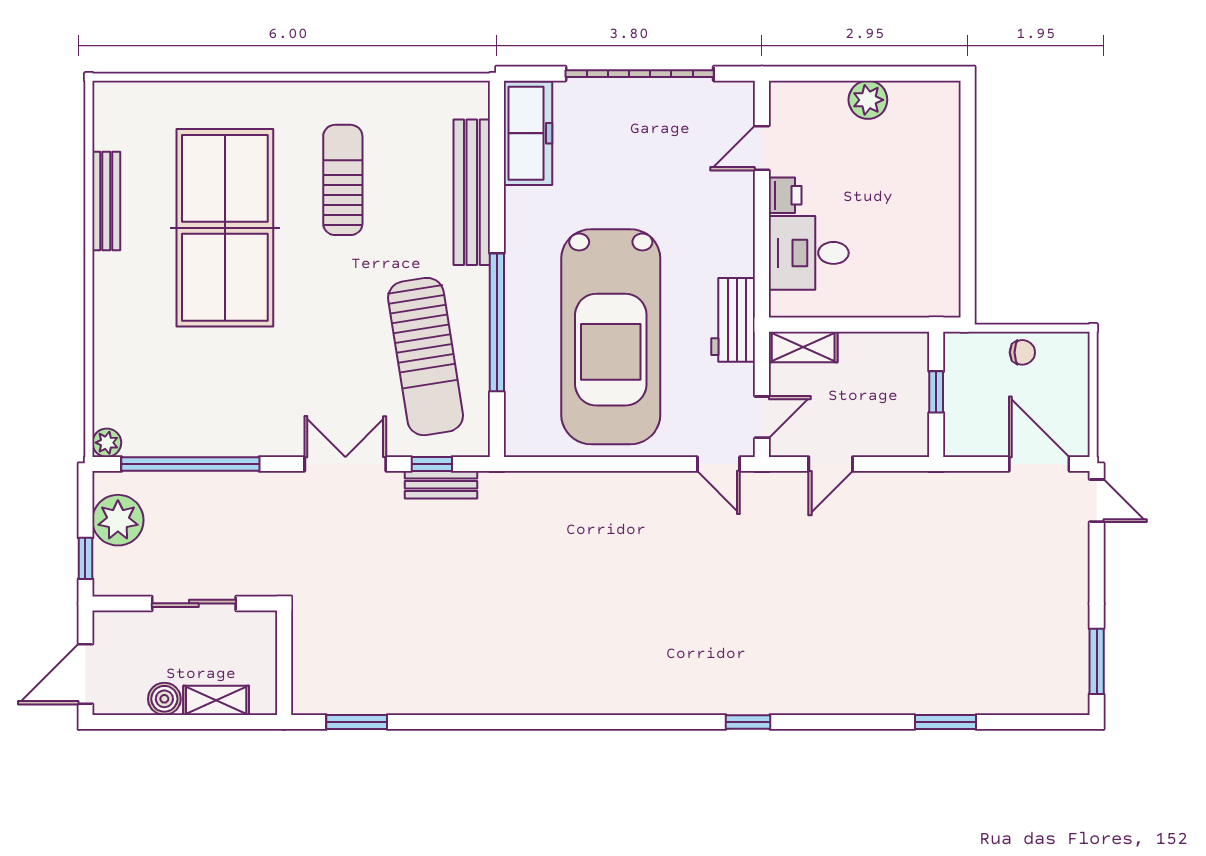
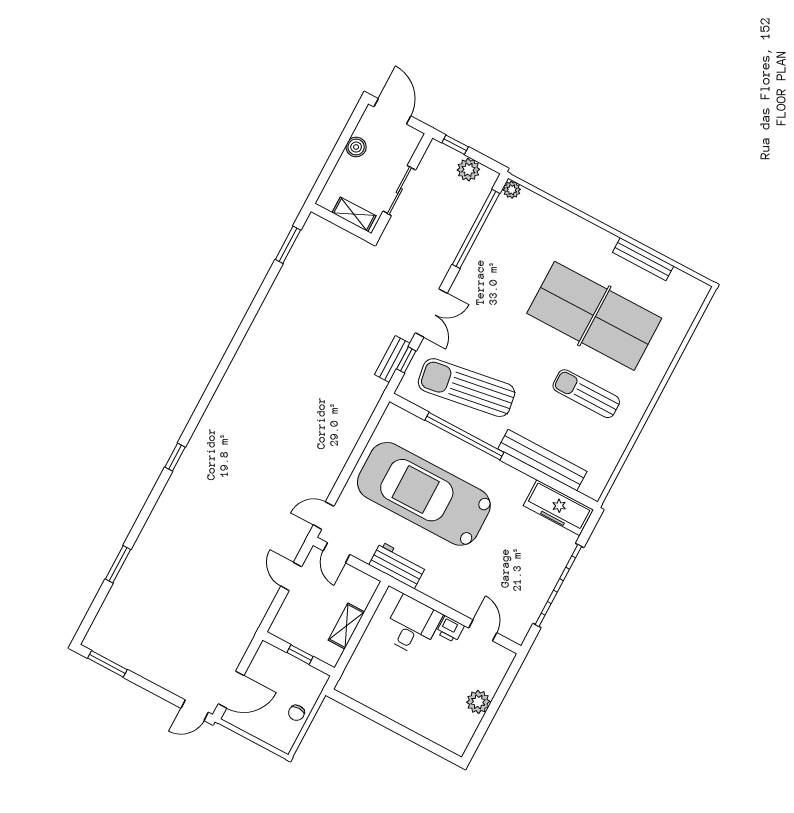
sun lounger: (343, 180) -> (586, 394), turned 180
shelving: (803, 347) -> (346, 626), moved
plant: (118, 520) -> (468, 170), width x0.73, depth x0.73
shelving: (216, 700) -> (354, 214), moved, turned 90

